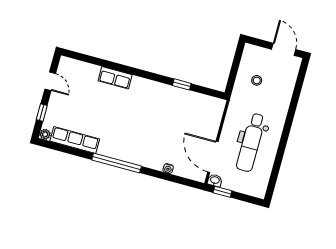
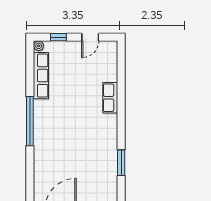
window: (182, 84) -> (121, 163), width x1.50
water cooler: (168, 169) -> (38, 171), removed

